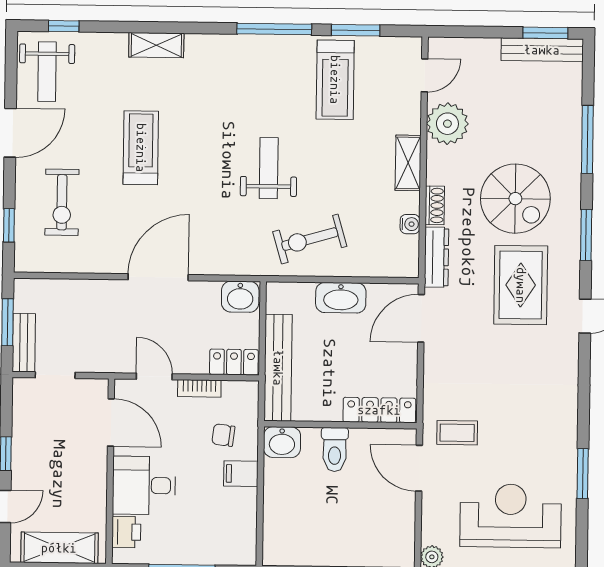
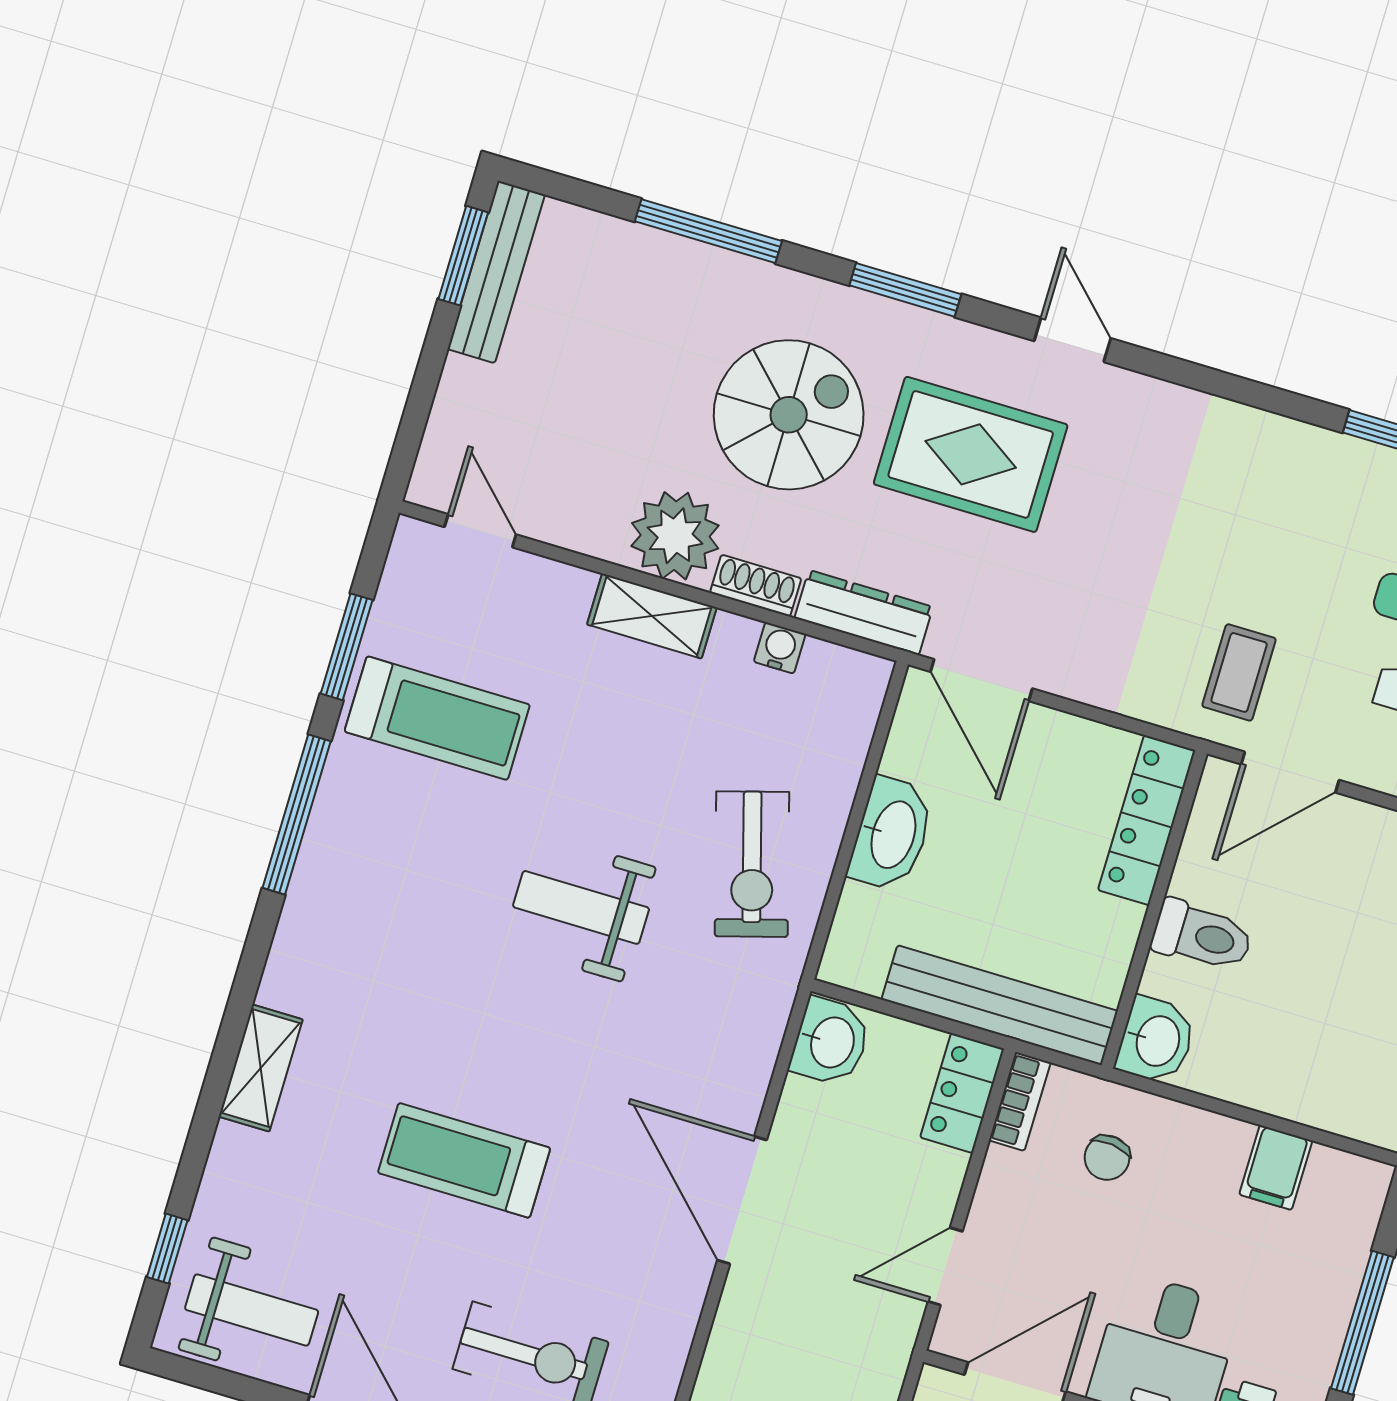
plant: (447, 124) -> (675, 536), moved
bookcase: (199, 388) -> (1020, 1101), moved
filing cabinet: (241, 474) -> (1276, 1168), moved

